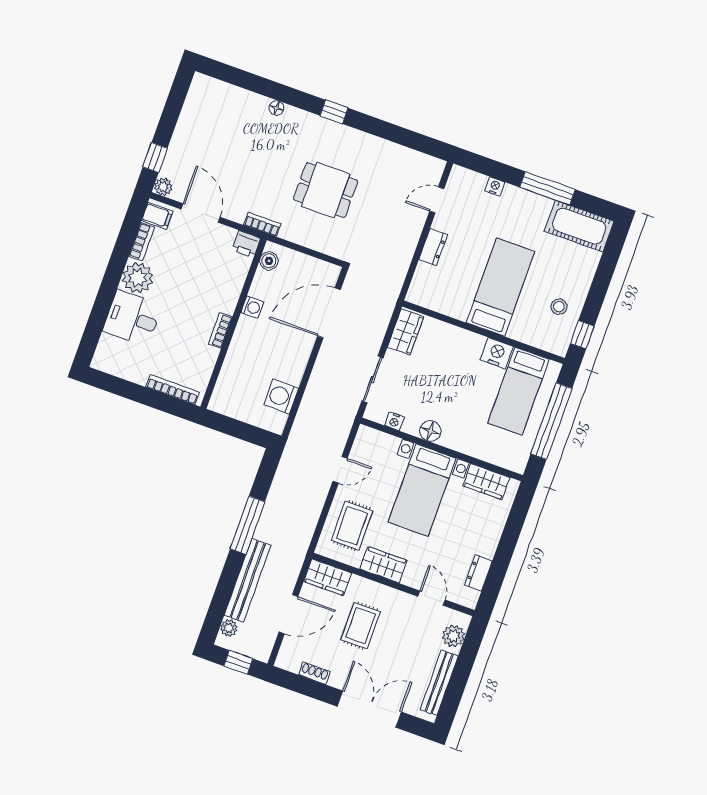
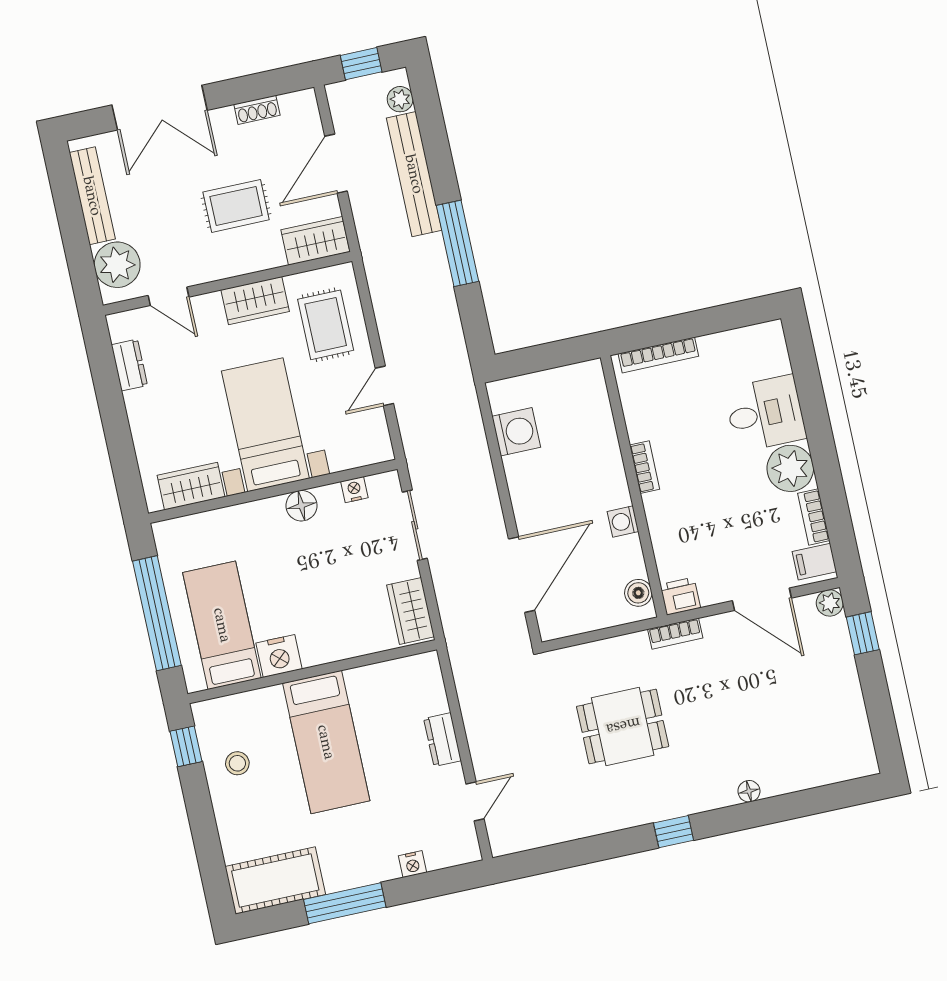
rug: (361, 626) -> (236, 206), turned 90
plant: (453, 636) -> (117, 265), width x1.36, depth x1.36

